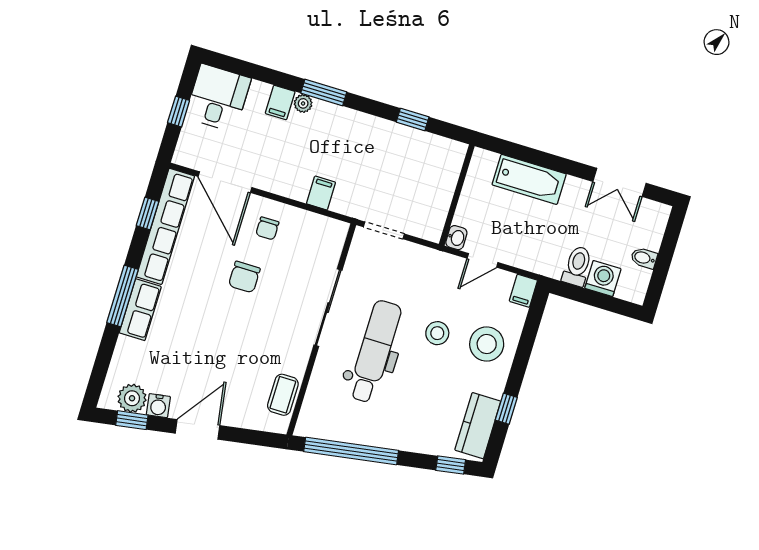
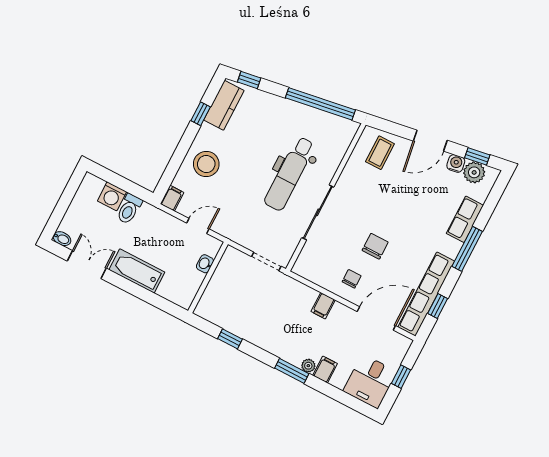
bathtub: (529, 179) -> (137, 271), moved
door: (225, 182) -> (376, 319), hinge flipped
filing cabinet: (321, 193) -> (323, 306), moved
washbasin: (456, 238) -> (205, 264), moved
bidet: (644, 258) -> (62, 239), moved
row of seats: (140, 310) -> (465, 219), moved
stool: (437, 333) -> (241, 179), removed
coffee table: (283, 395) -> (380, 153), moved

